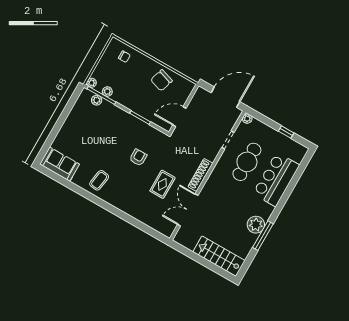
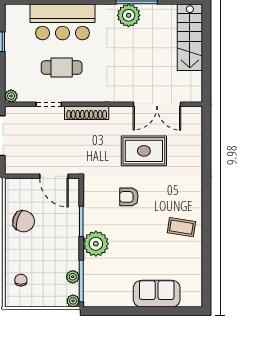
plant: (97, 100) -> (96, 244), moved, width x1.87, depth x1.87
cafe table: (247, 162) -> (62, 68), width x0.73, depth x0.74
sofa: (60, 164) -> (157, 294), moved, turned 90
shoe rack: (200, 175) -> (87, 113), moved
rug: (162, 184) -> (144, 151), width x1.36, depth x1.43

